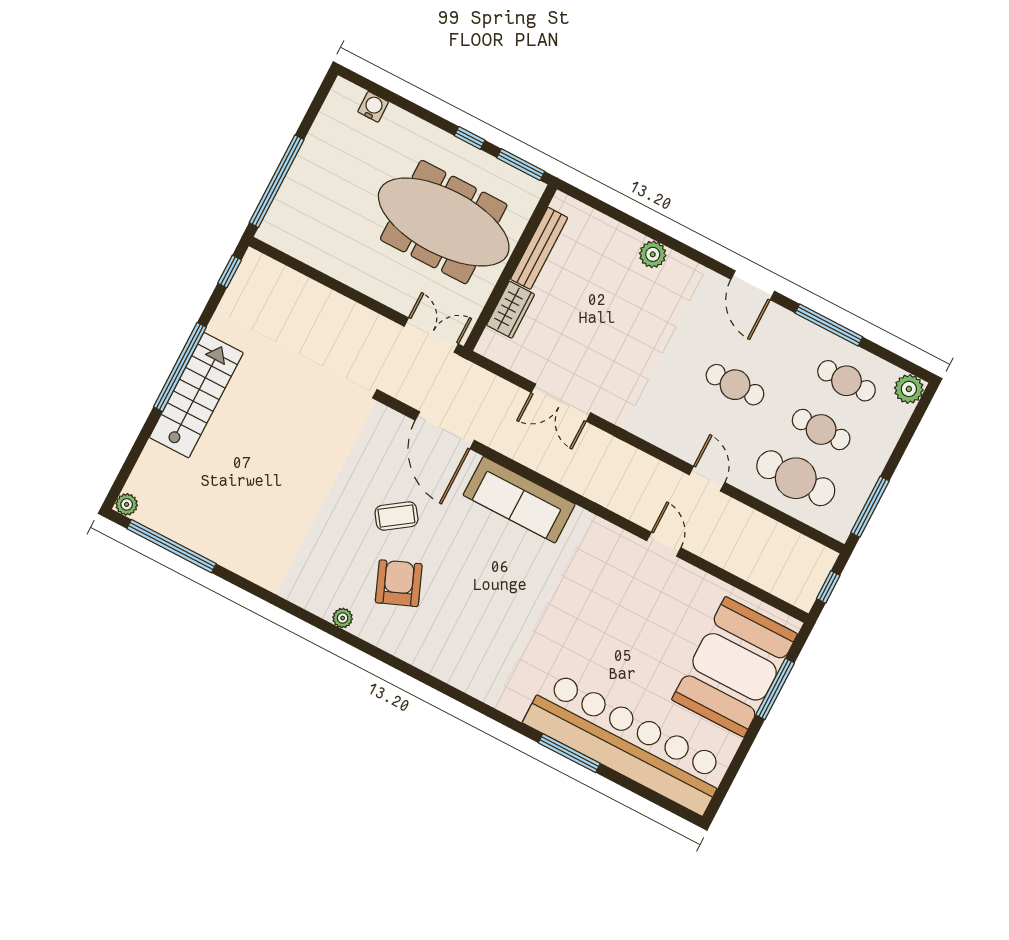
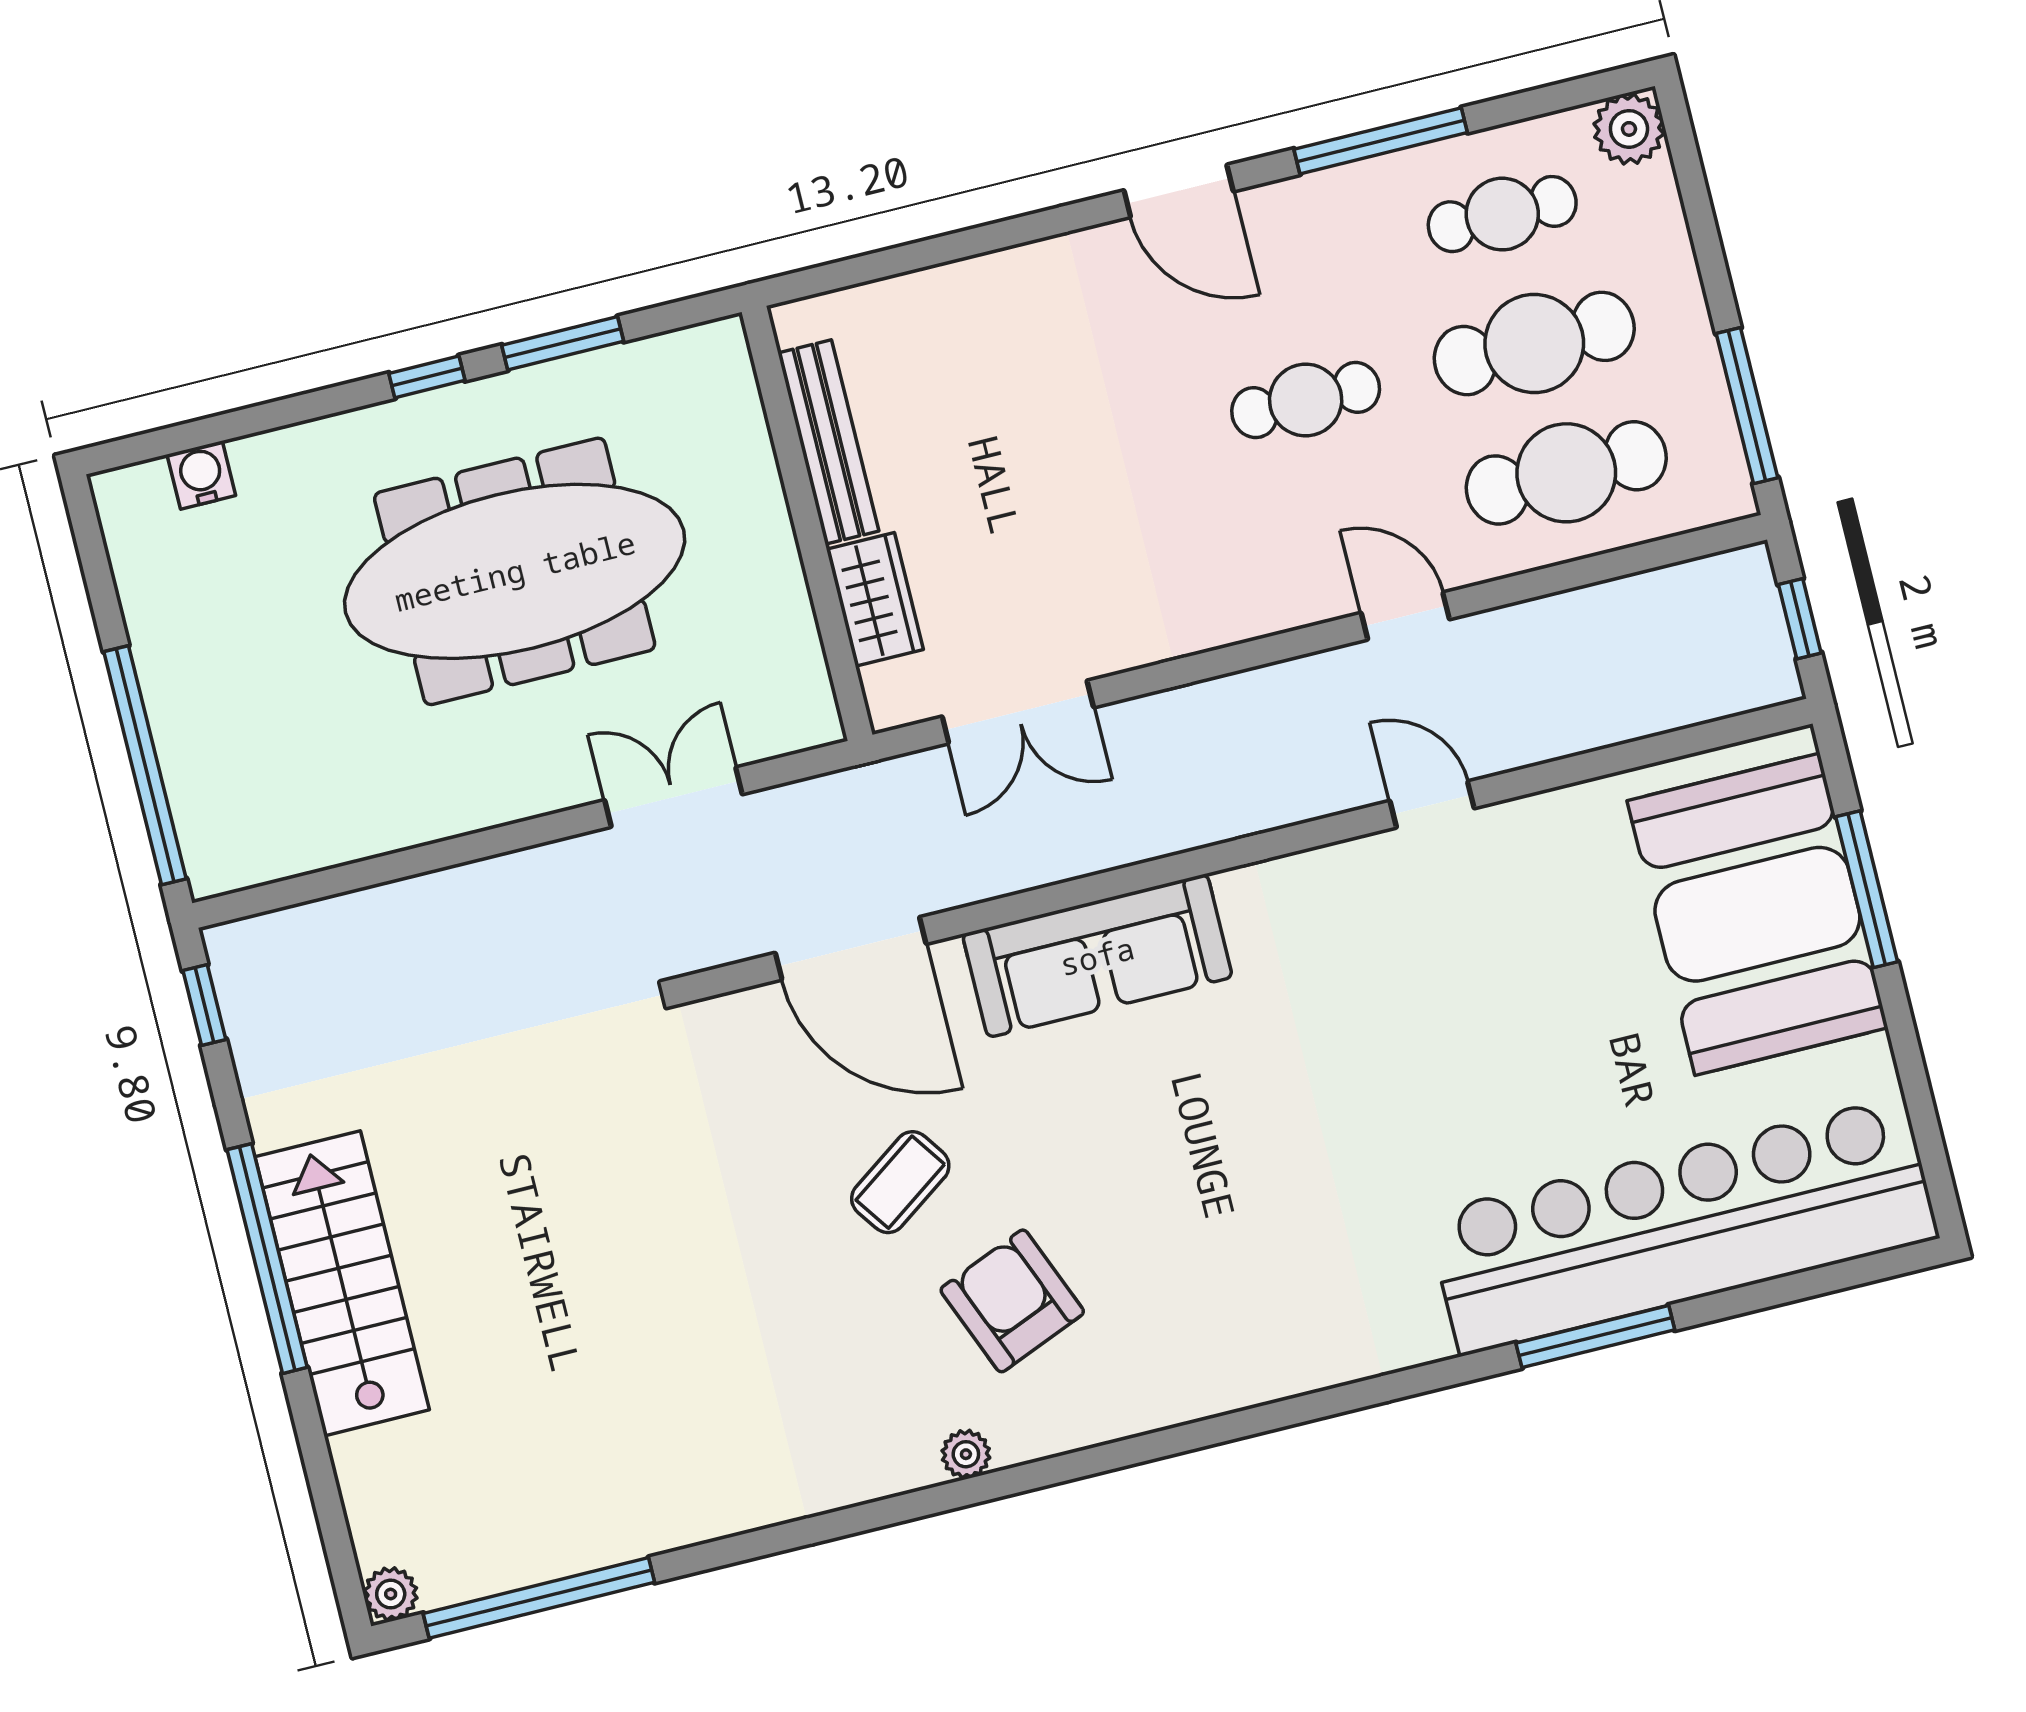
bench: (539, 248) -> (828, 442), moved
plant: (653, 254) -> (947, 295), removed
wall: (510, 268) -> (807, 523), moved
wardrobe: (511, 310) -> (875, 599), moved
cafe table: (821, 429) -> (1534, 343), width x1.37, depth x1.35

